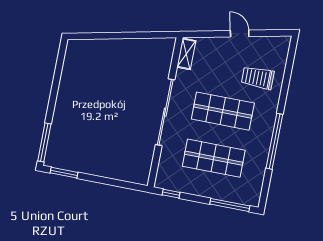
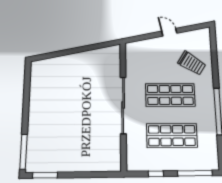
shelving: (186, 54) -> (131, 55), removed
trolley: (258, 78) -> (192, 63), turned -147
window: (171, 194) -> (156, 174), moved

